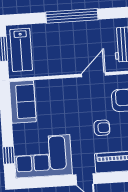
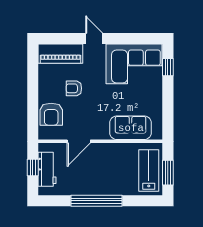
sofa: (23, 102) -> (131, 128), moved, turned 90

